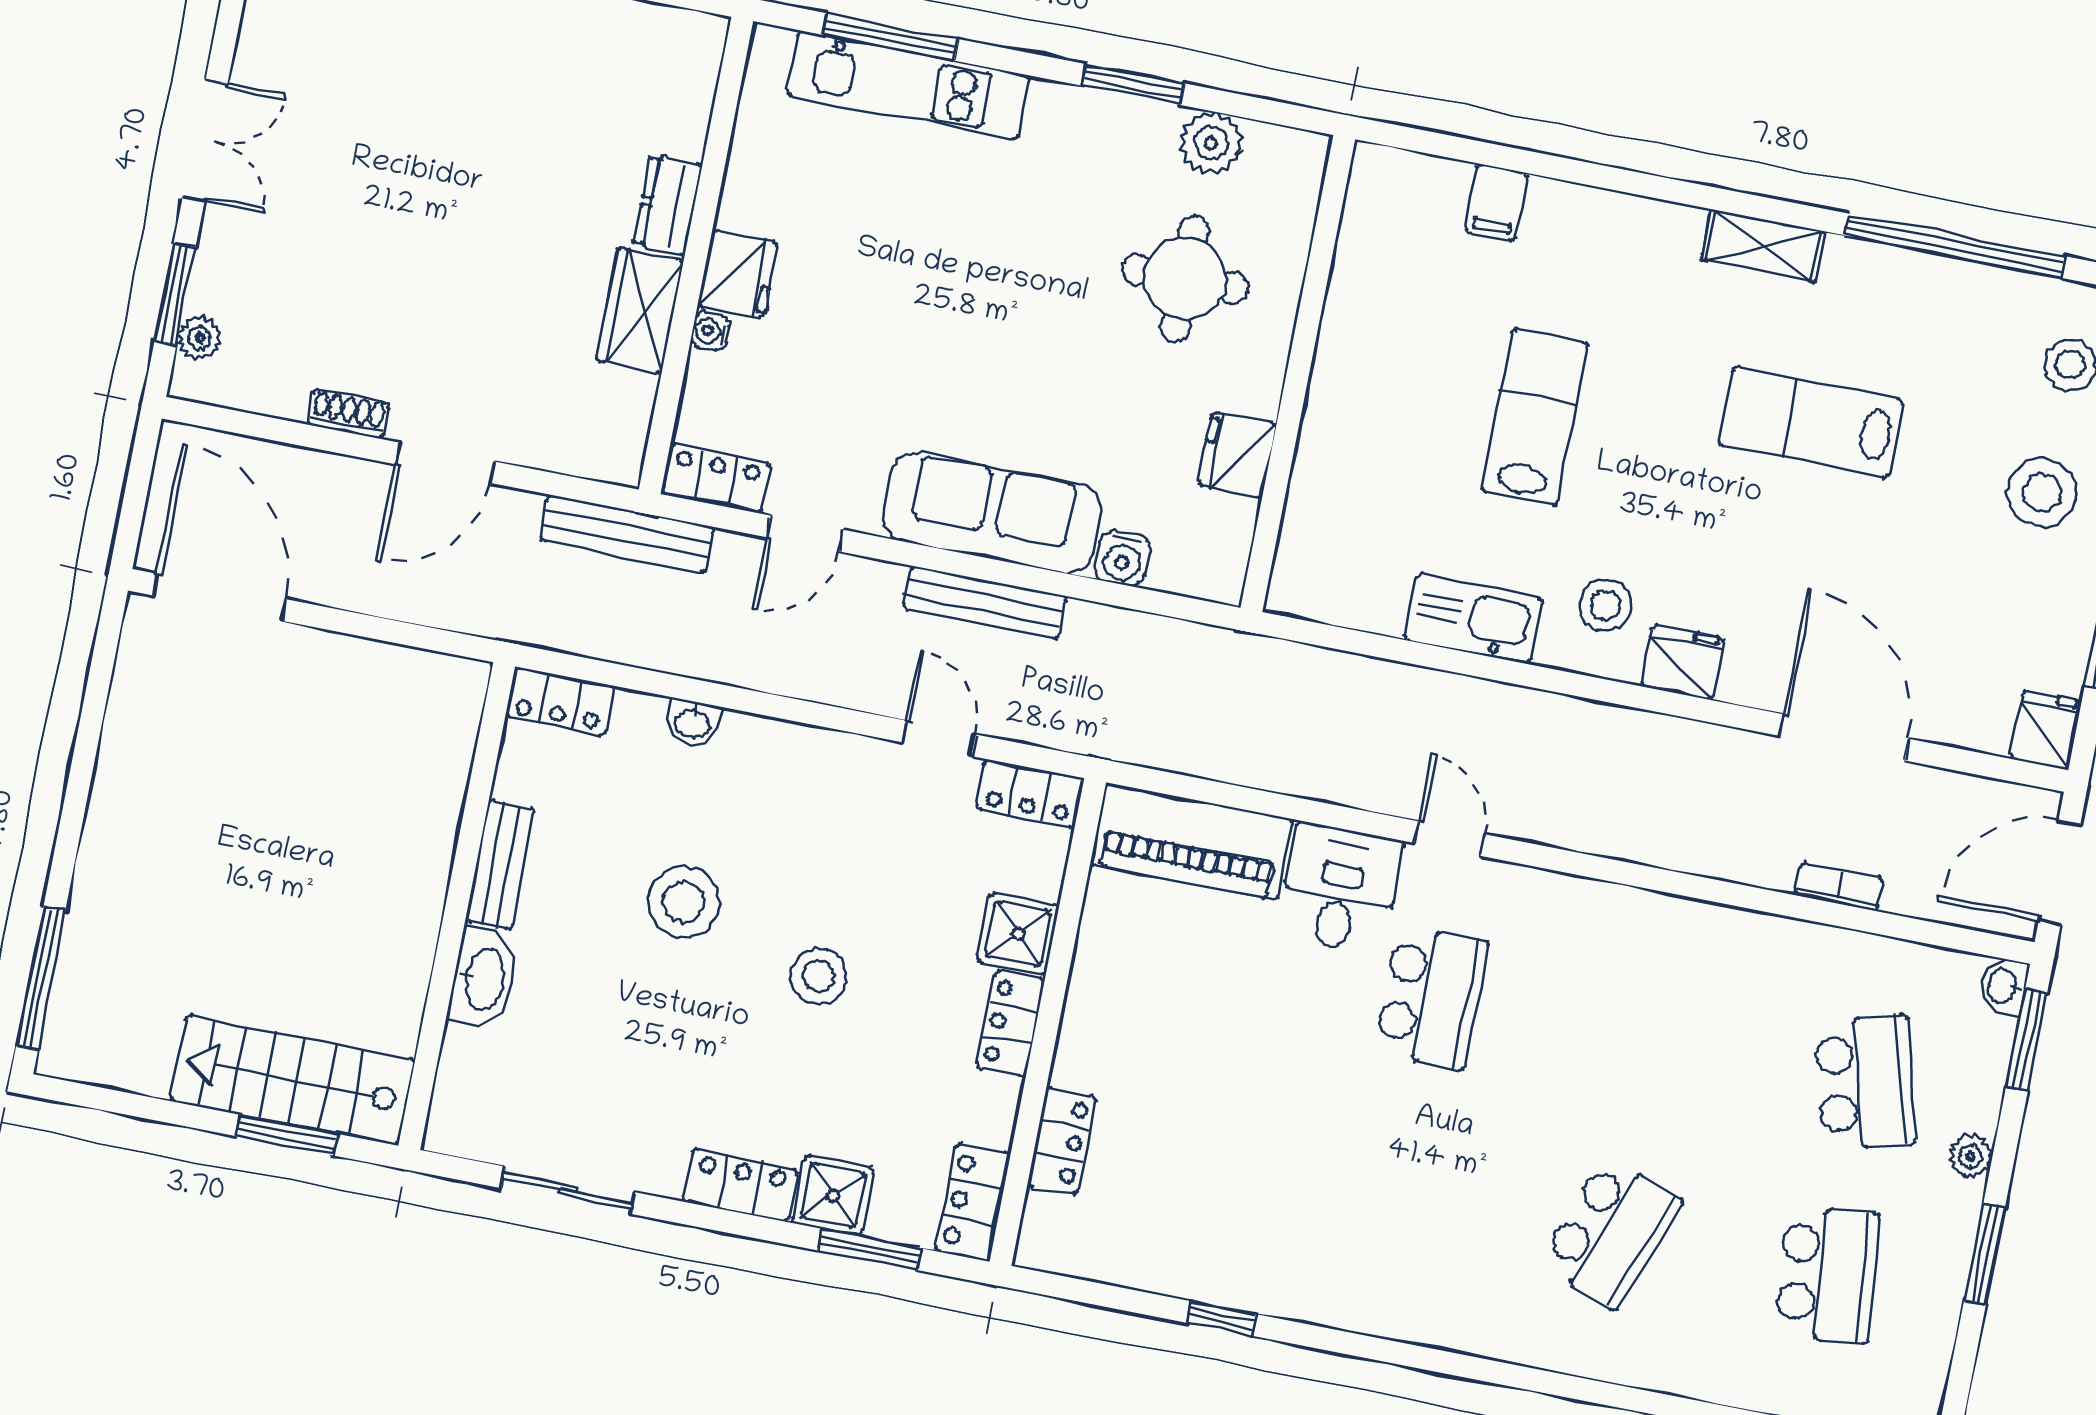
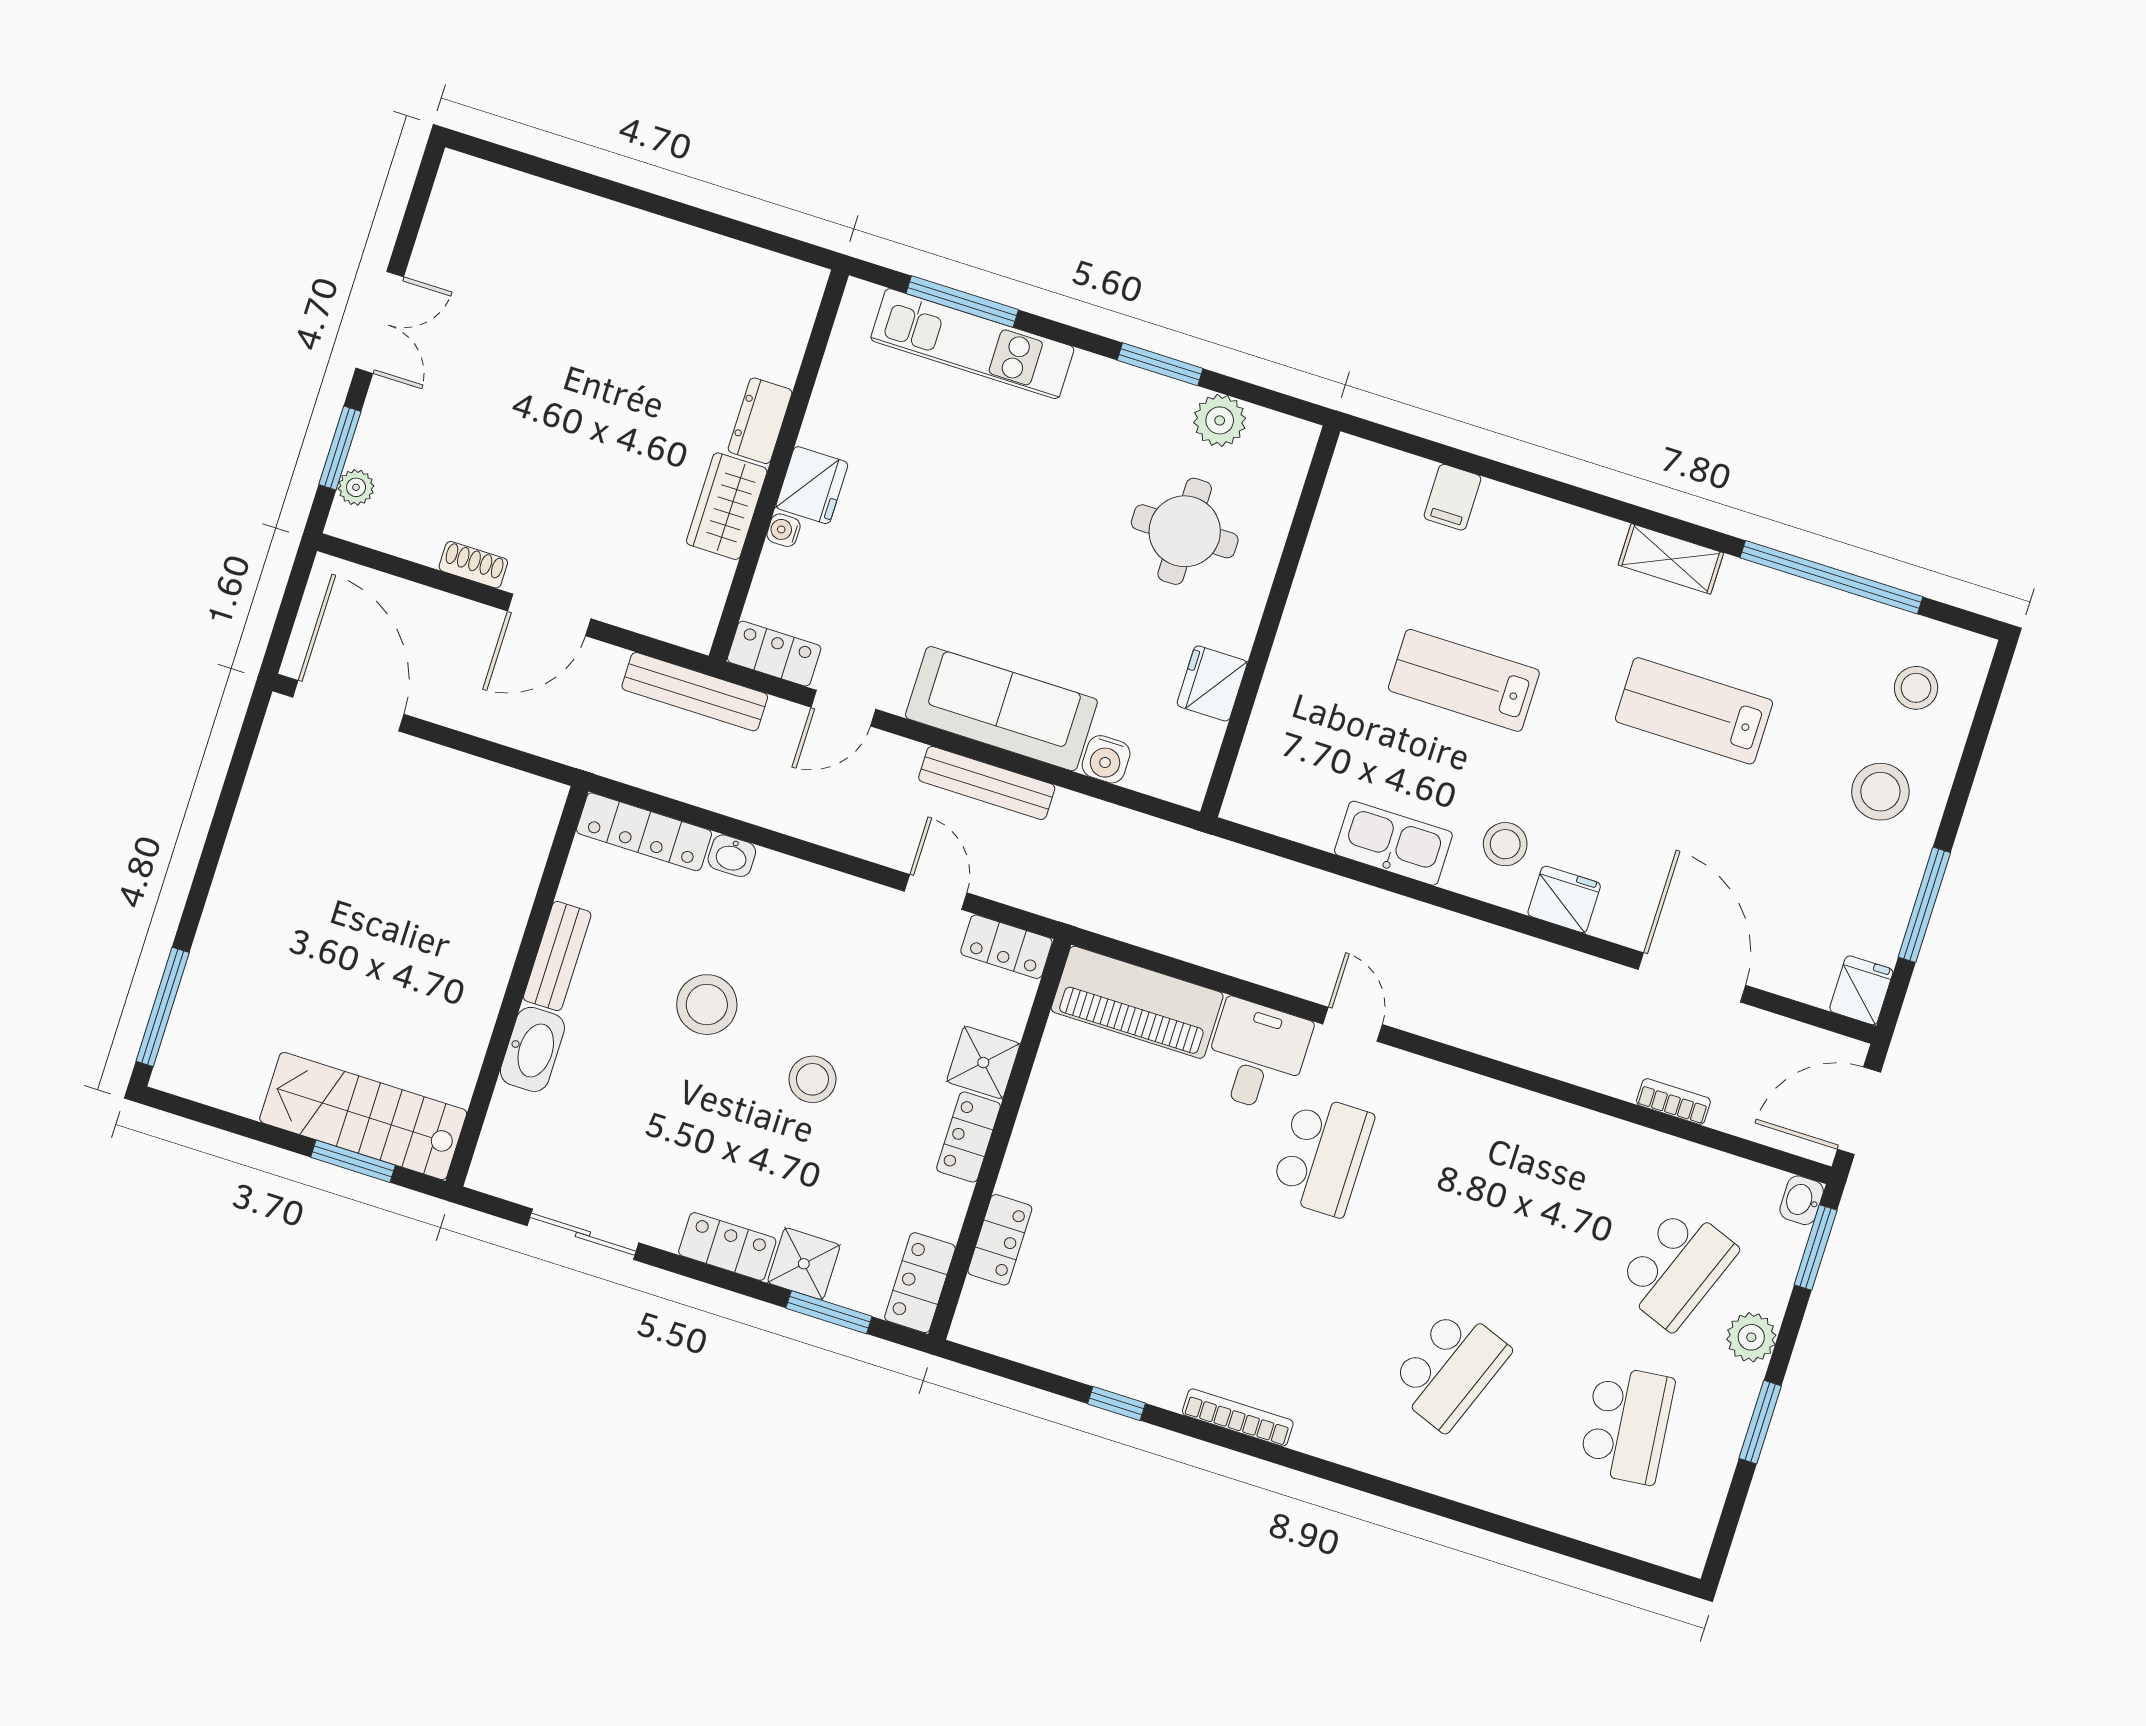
lab bench: (1535, 417) -> (1464, 680), turned -90
locker: (560, 701) -> (644, 832), width x1.53
school desk: (1865, 1082) -> (1677, 1268), turned 36
plant: (1971, 1156) -> (1751, 1337), width x1.38, depth x1.38
bookcase: (1367, 1319) -> (1238, 1418), added

